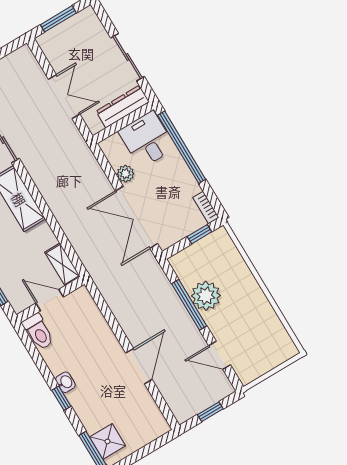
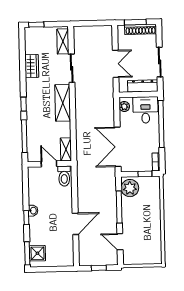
shoe rack: (72, 25) -> (141, 29), added
plant: (125, 174) -> (124, 106), moved
plant: (206, 296) -> (130, 188), moved
toilet: (38, 332) -> (64, 176), moved

